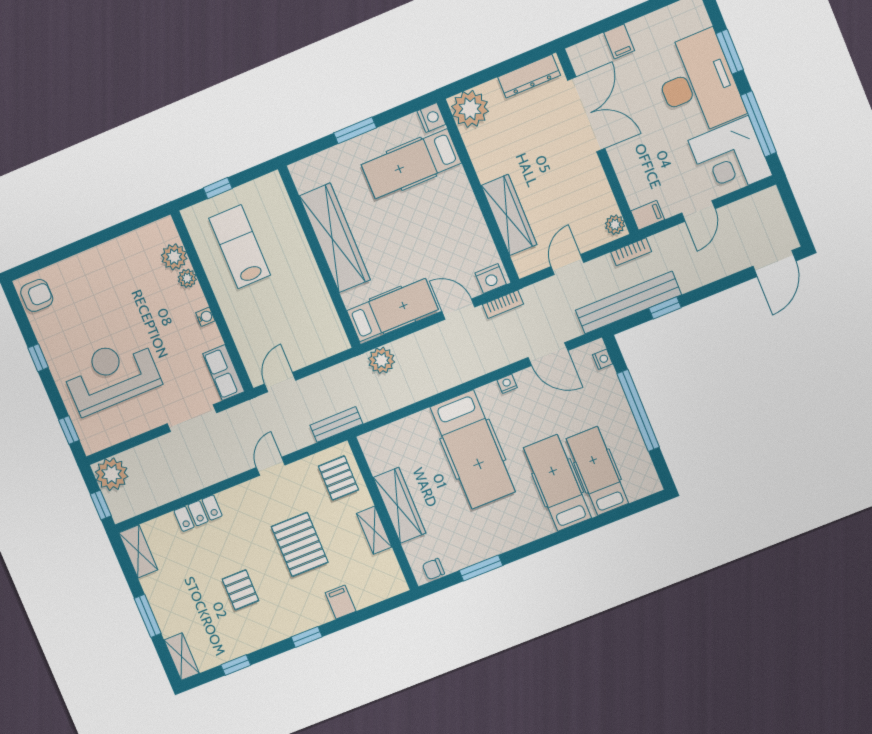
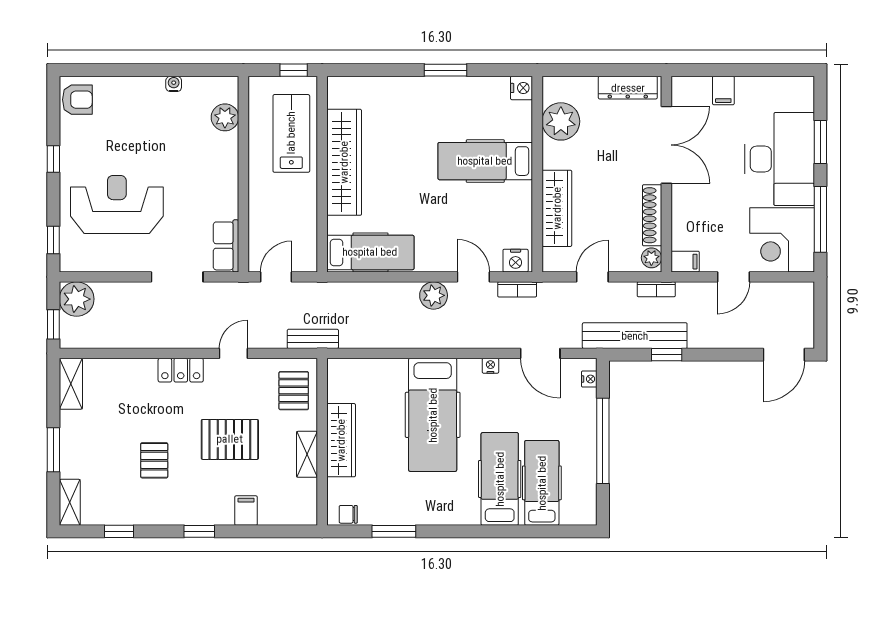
plant: (470, 109) -> (561, 121), moved
hospital bed: (411, 164) -> (485, 161), moved
shoe rack: (600, 185) -> (652, 215), added
wardrobe: (335, 238) -> (344, 162), moved
wall: (319, 257) -> (322, 174), moved
plant: (187, 278) -> (229, 143), removed
hospital bed: (392, 310) -> (370, 252), moved
water cooler: (205, 317) -> (174, 84), moved, turned -90
plant: (381, 360) -> (434, 295), moved
locker: (198, 513) -> (181, 370), moved
pallet: (300, 544) -> (230, 439), turned 90

